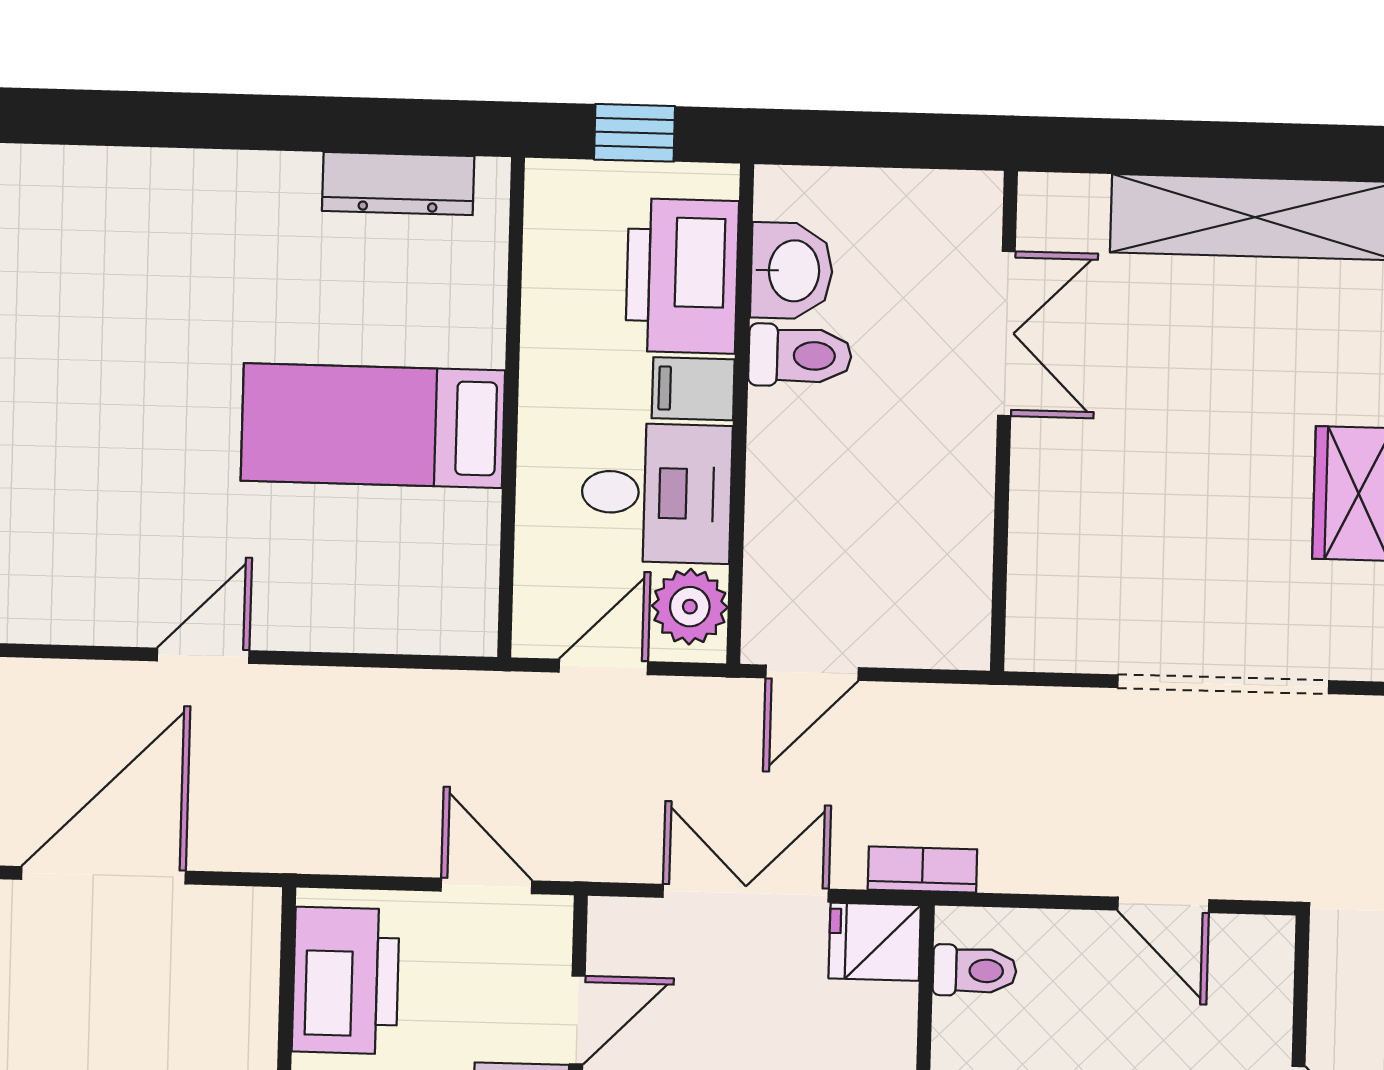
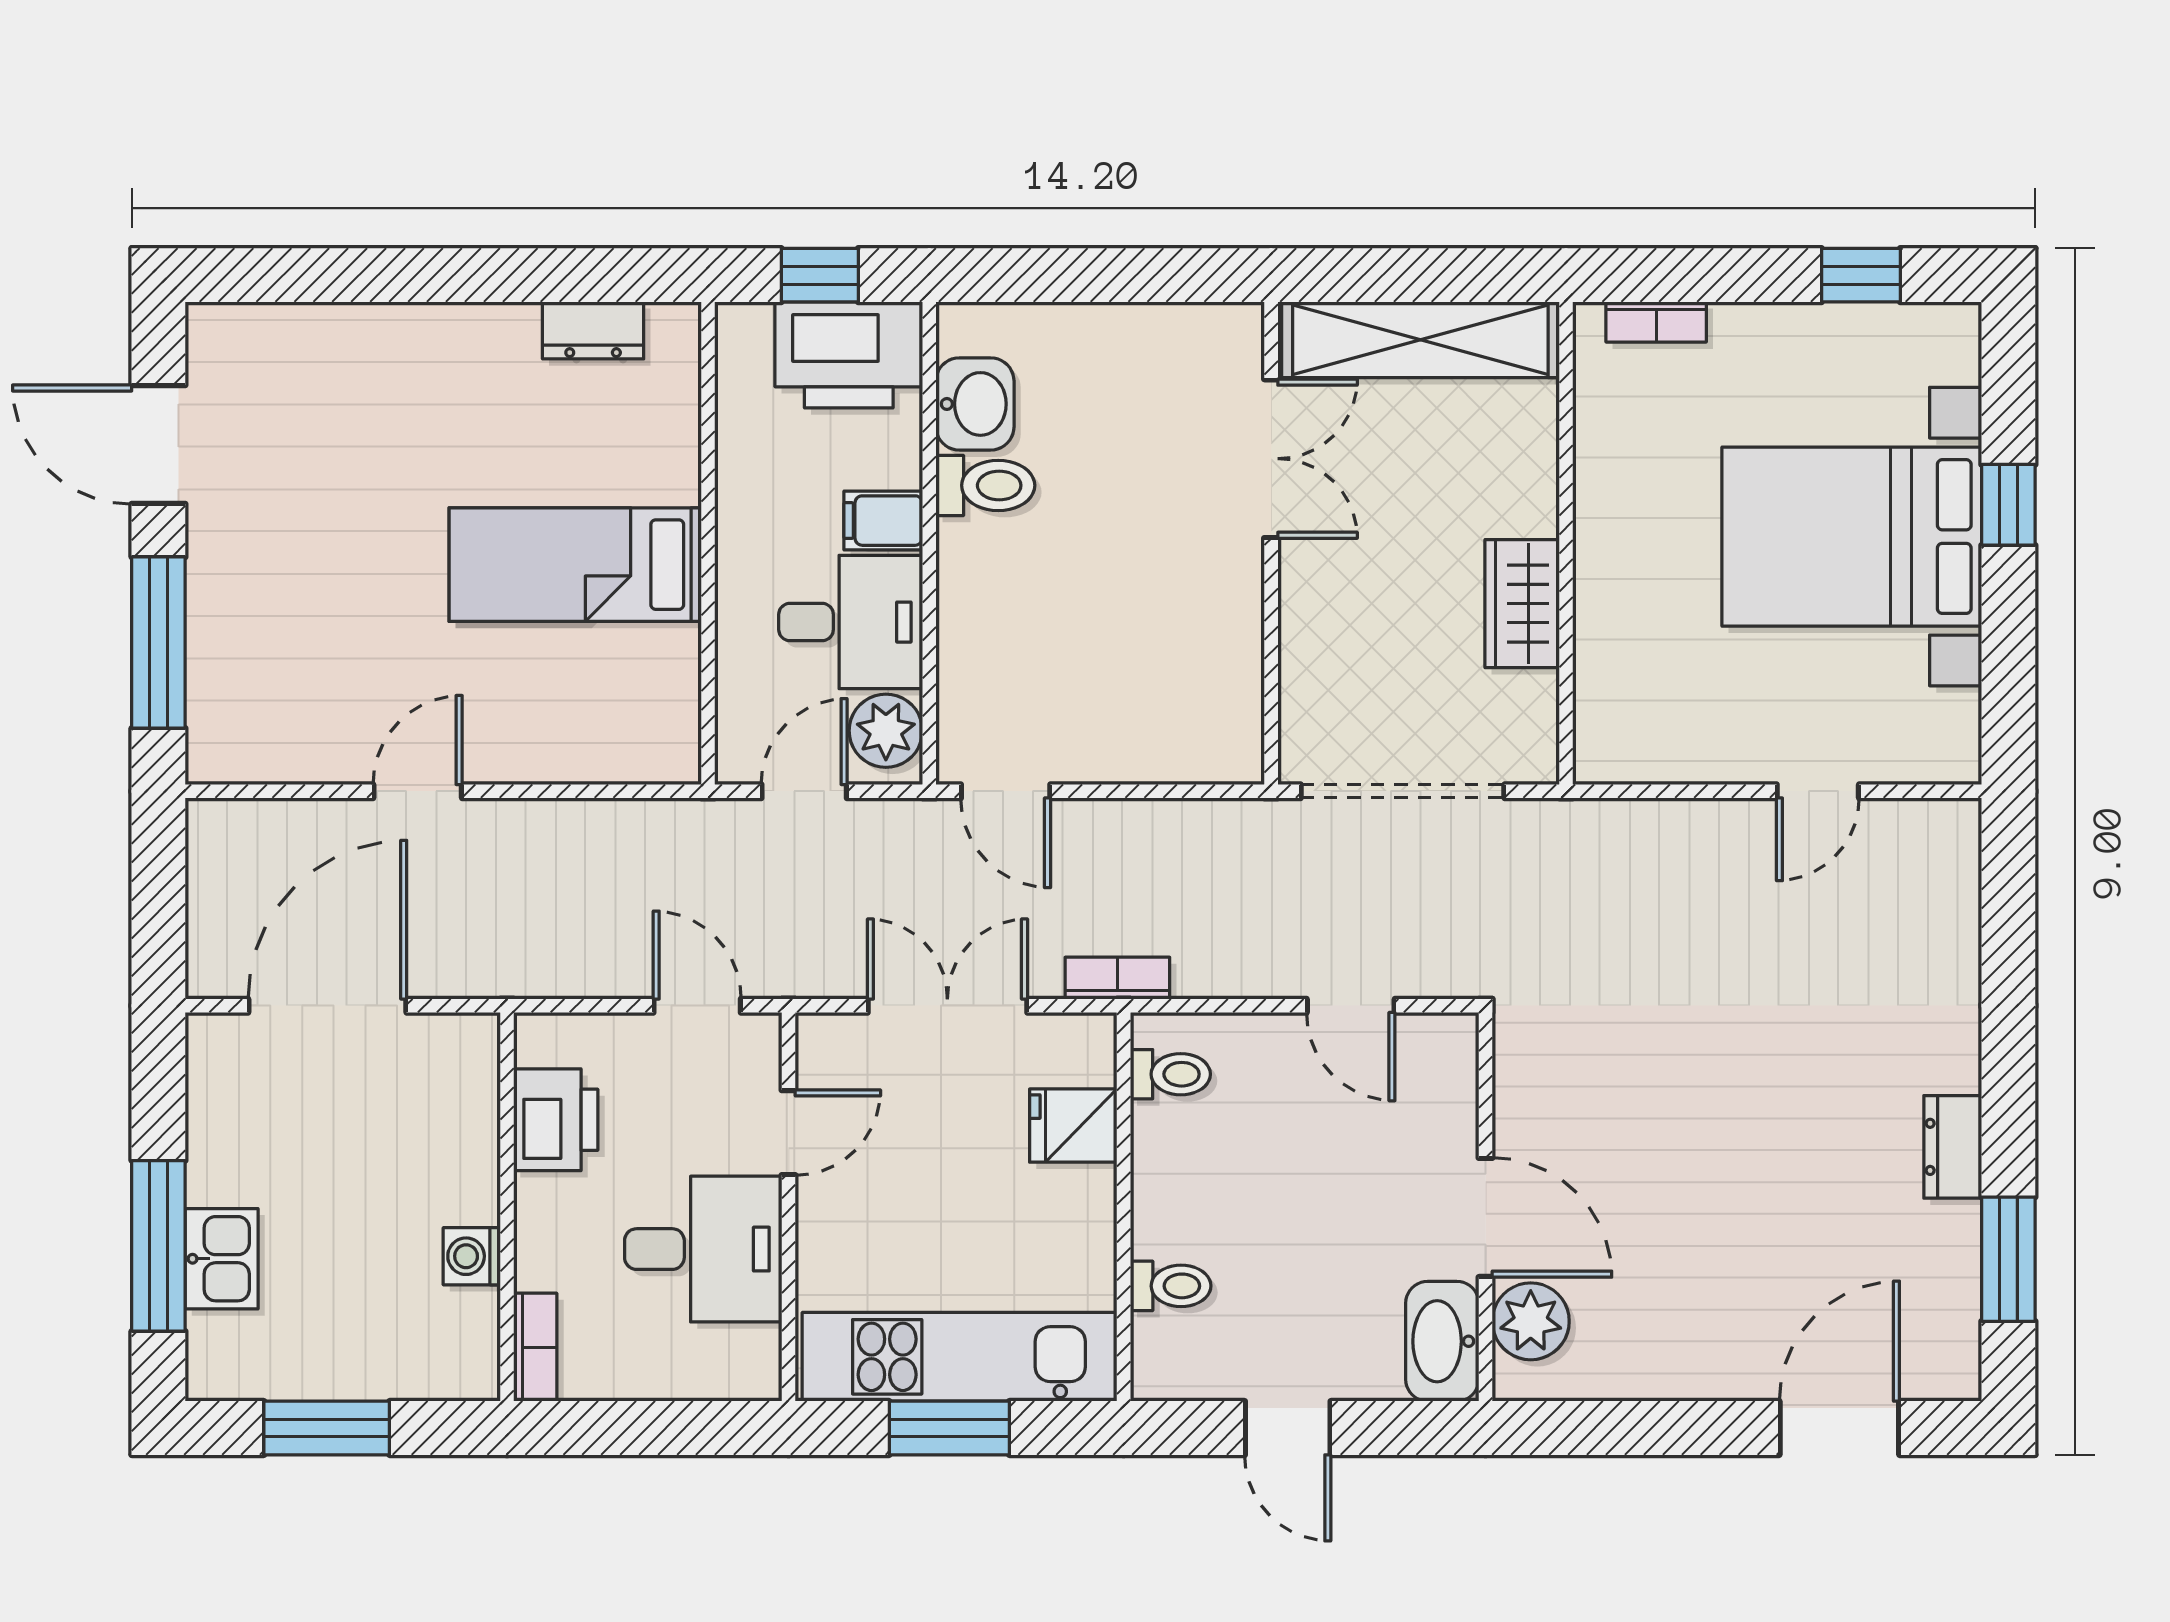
dresser: (398, 184) -> (593, 330), width x0.70
printer: (682, 276) -> (849, 355), moved, turned -90
double door: (1006, 333) -> (1271, 459), moved
wall: (1004, 421) -> (1271, 543), moved
door: (812, 673) -> (1006, 791), hinge flipped
fridge: (875, 942) -> (1073, 1126), moved
printer: (346, 981) -> (556, 1120), width x0.73, depth x0.84

